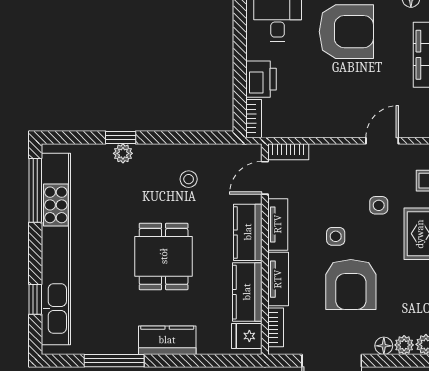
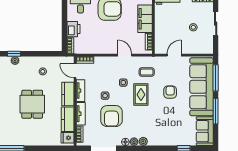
door: (382, 141) -> (125, 55), hinge flipped
door: (265, 178) -> (75, 71), hinge flipped
kitchen counter: (167, 340) -> (34, 140), removed

